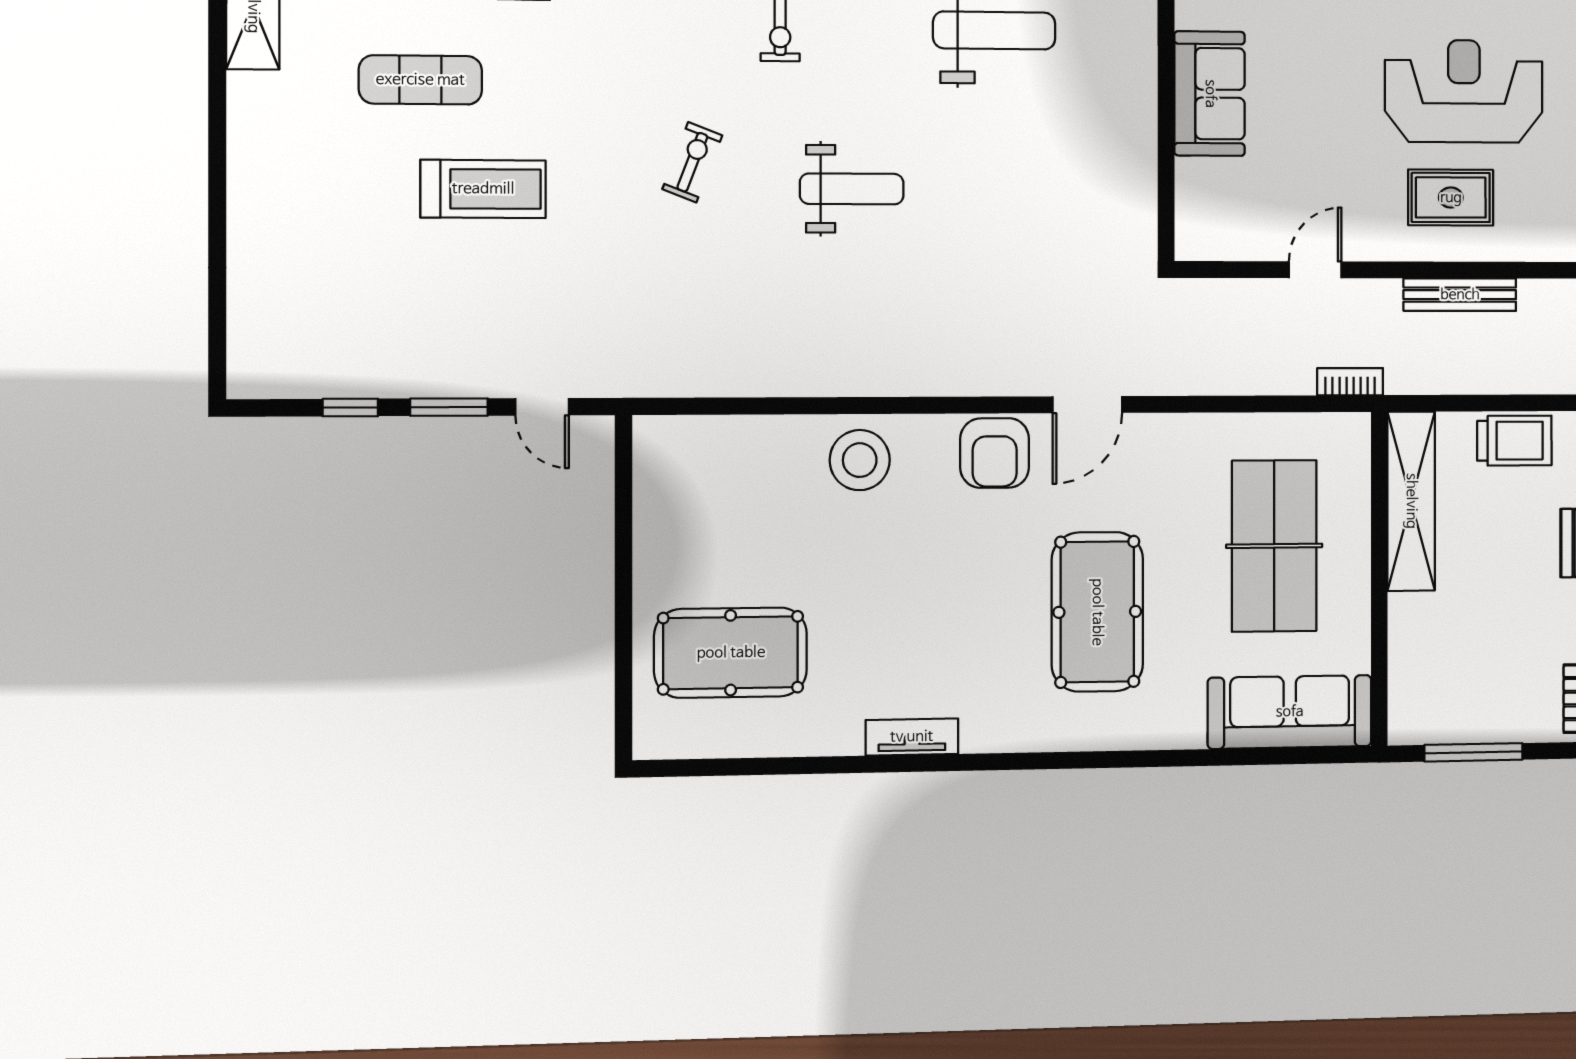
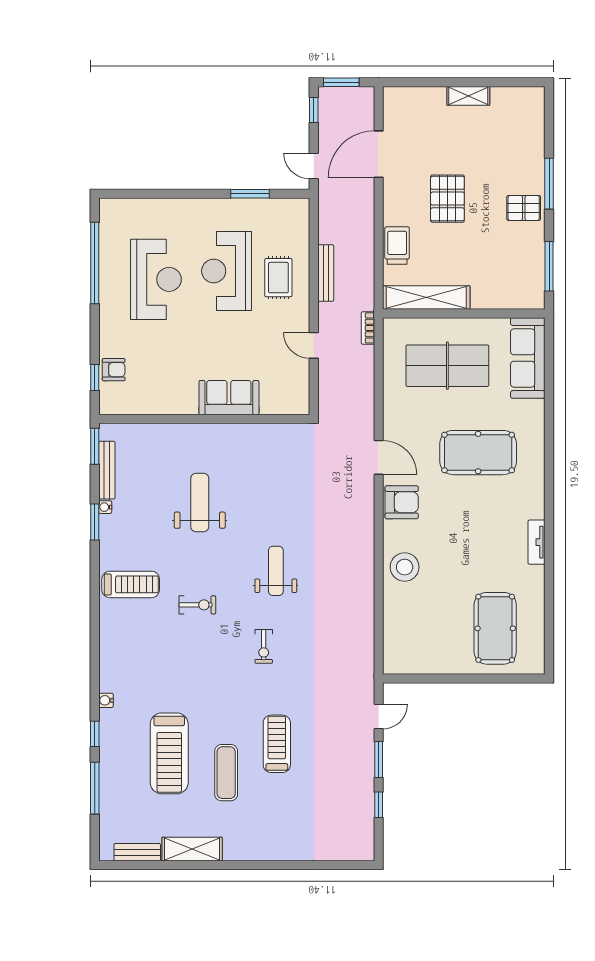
exercise bike: (692, 162) -> (264, 646), turned -111

